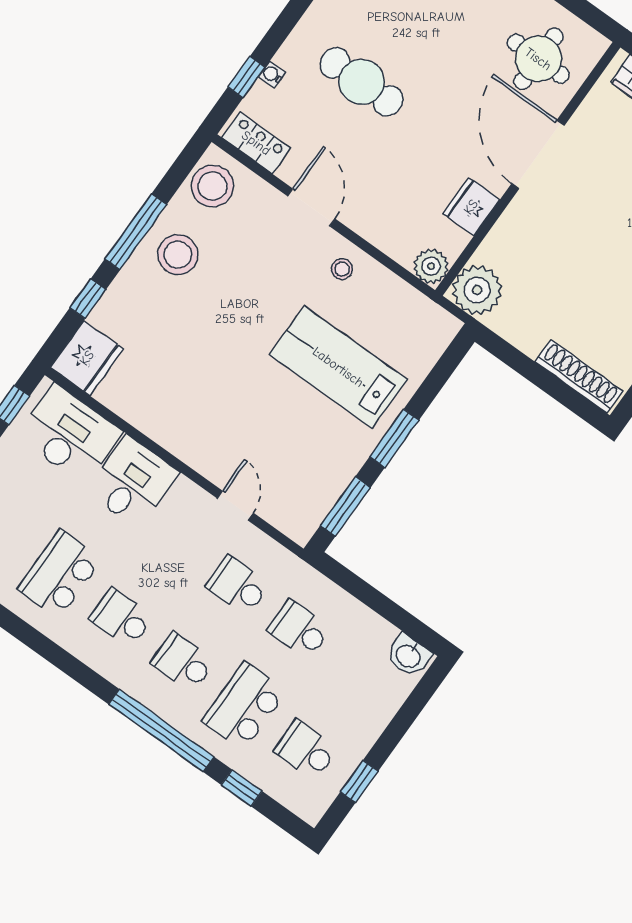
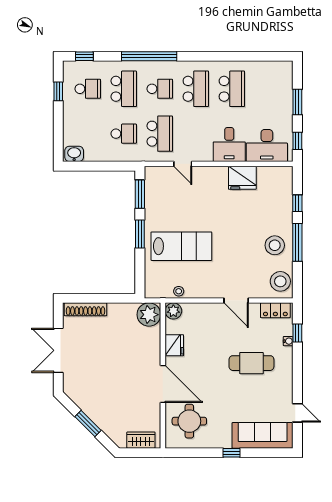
stool: (342, 269) -> (179, 291), moved
fridge: (87, 358) -> (242, 178), moved, turned -90
school desk: (238, 585) -> (160, 134), width x1.85
school desk: (121, 618) -> (196, 89), width x1.85
window: (242, 788) -> (84, 56), moved

